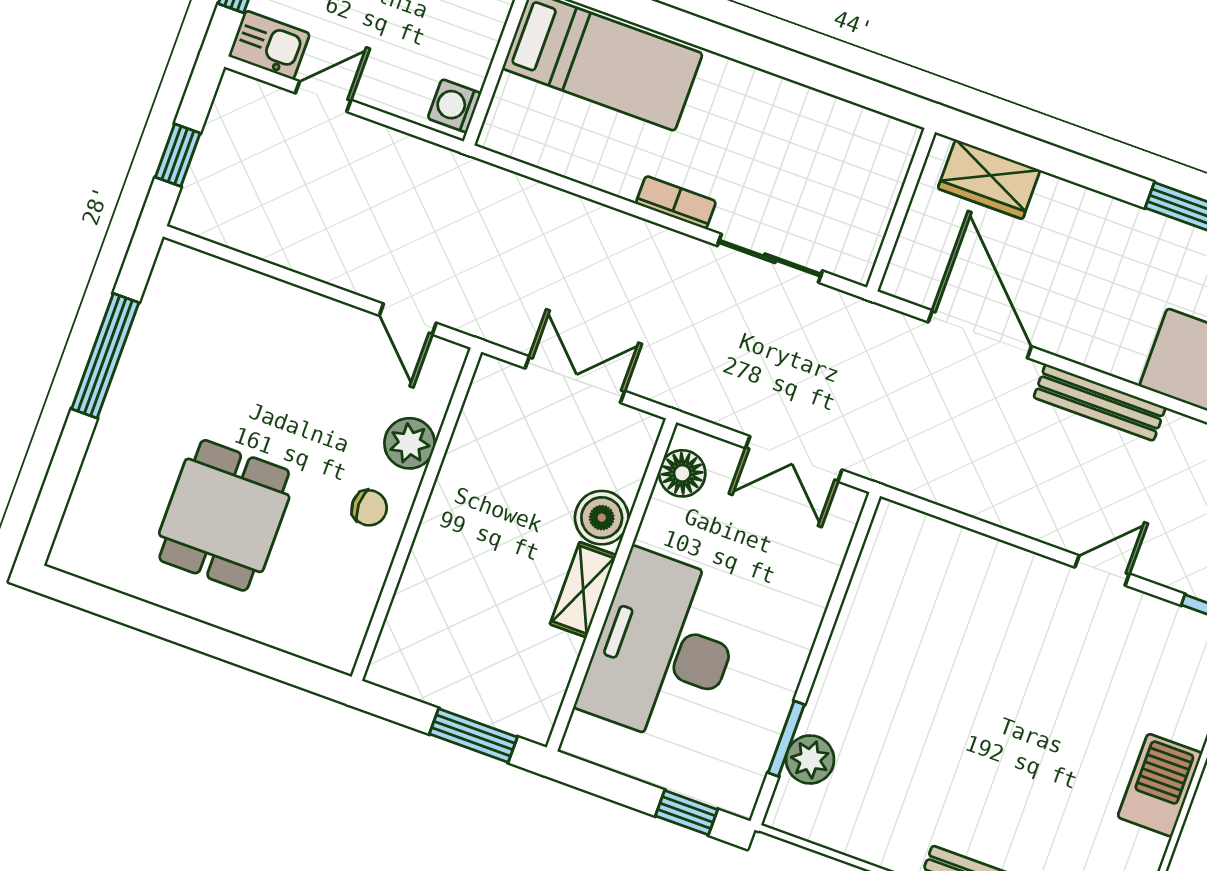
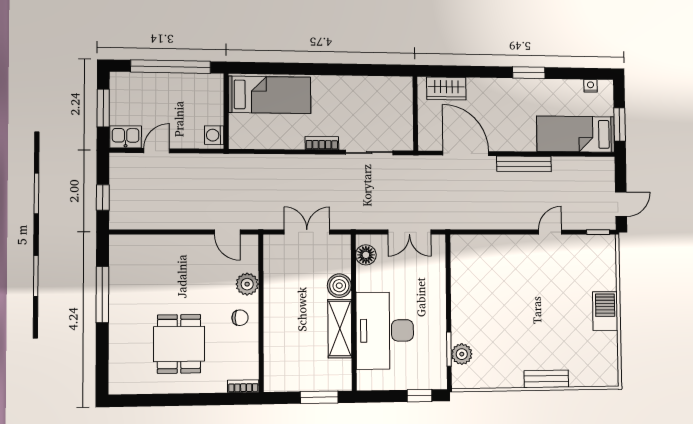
shelving: (583, 590) -> (340, 329), width x1.50, depth x1.33
bookcase: (324, 653) -> (243, 386), added

